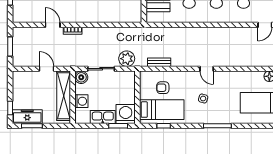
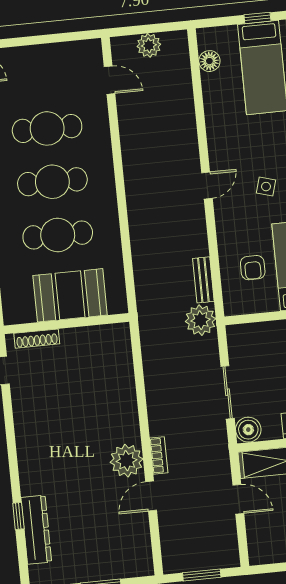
plant: (72, 14) -> (127, 461), added
plant: (127, 59) -> (200, 320), moved
door: (47, 69) -> (238, 499), swing flipped

